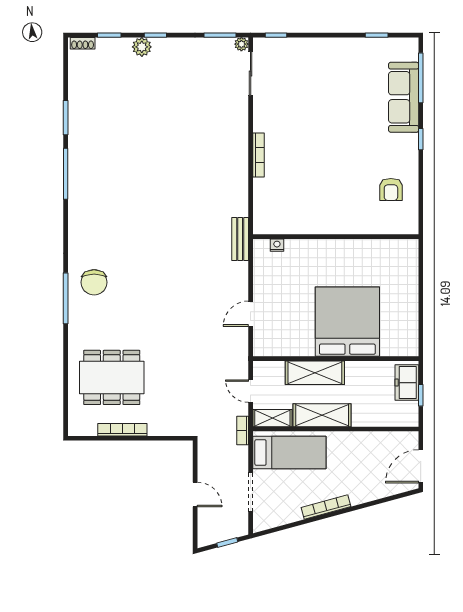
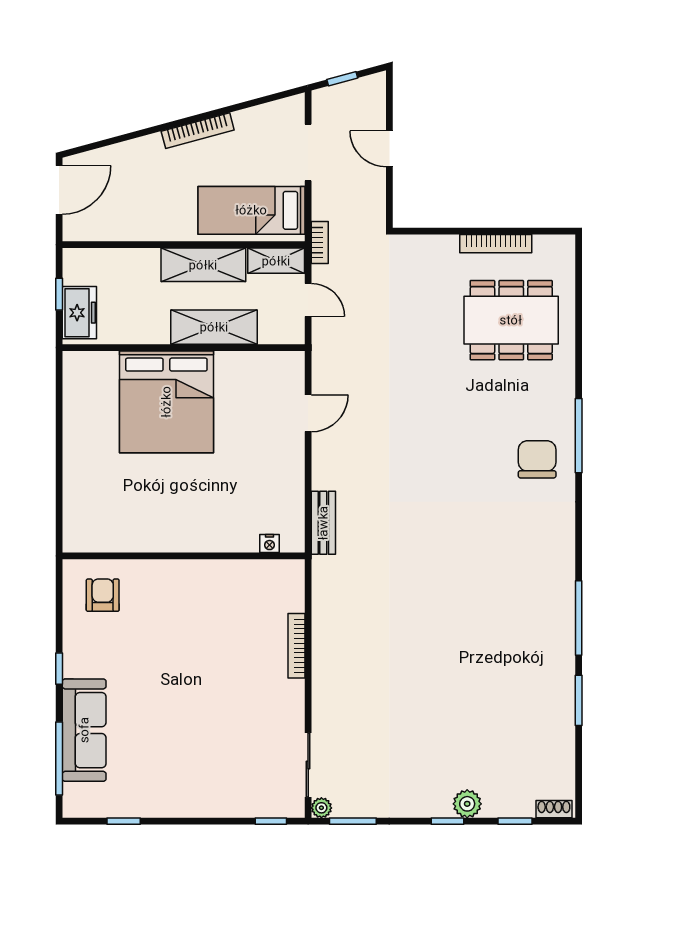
wall: (336, 237) -> (184, 556), moved
nightstand: (277, 245) -> (270, 544), moved

